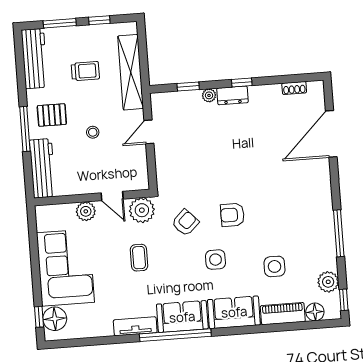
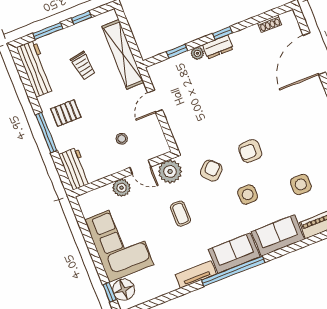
trolley: (85, 71) -> (83, 66), turned 81
stool: (93, 132) -> (122, 139), moved
workbench: (43, 168) -> (75, 169), width x0.73

